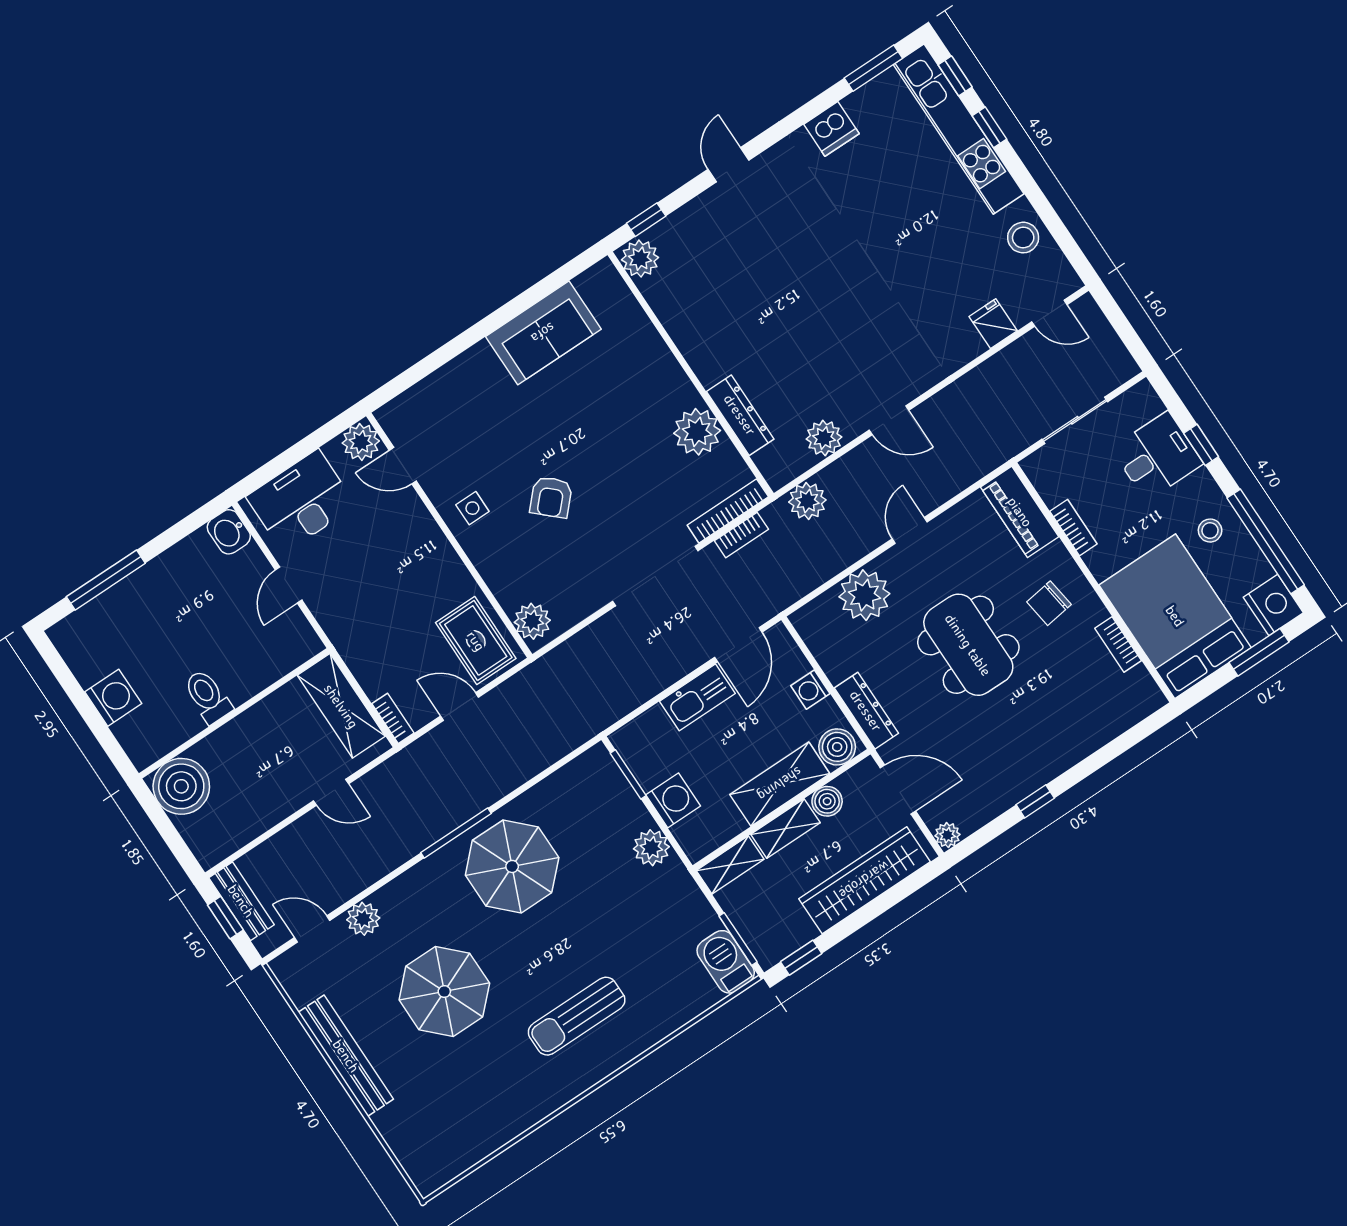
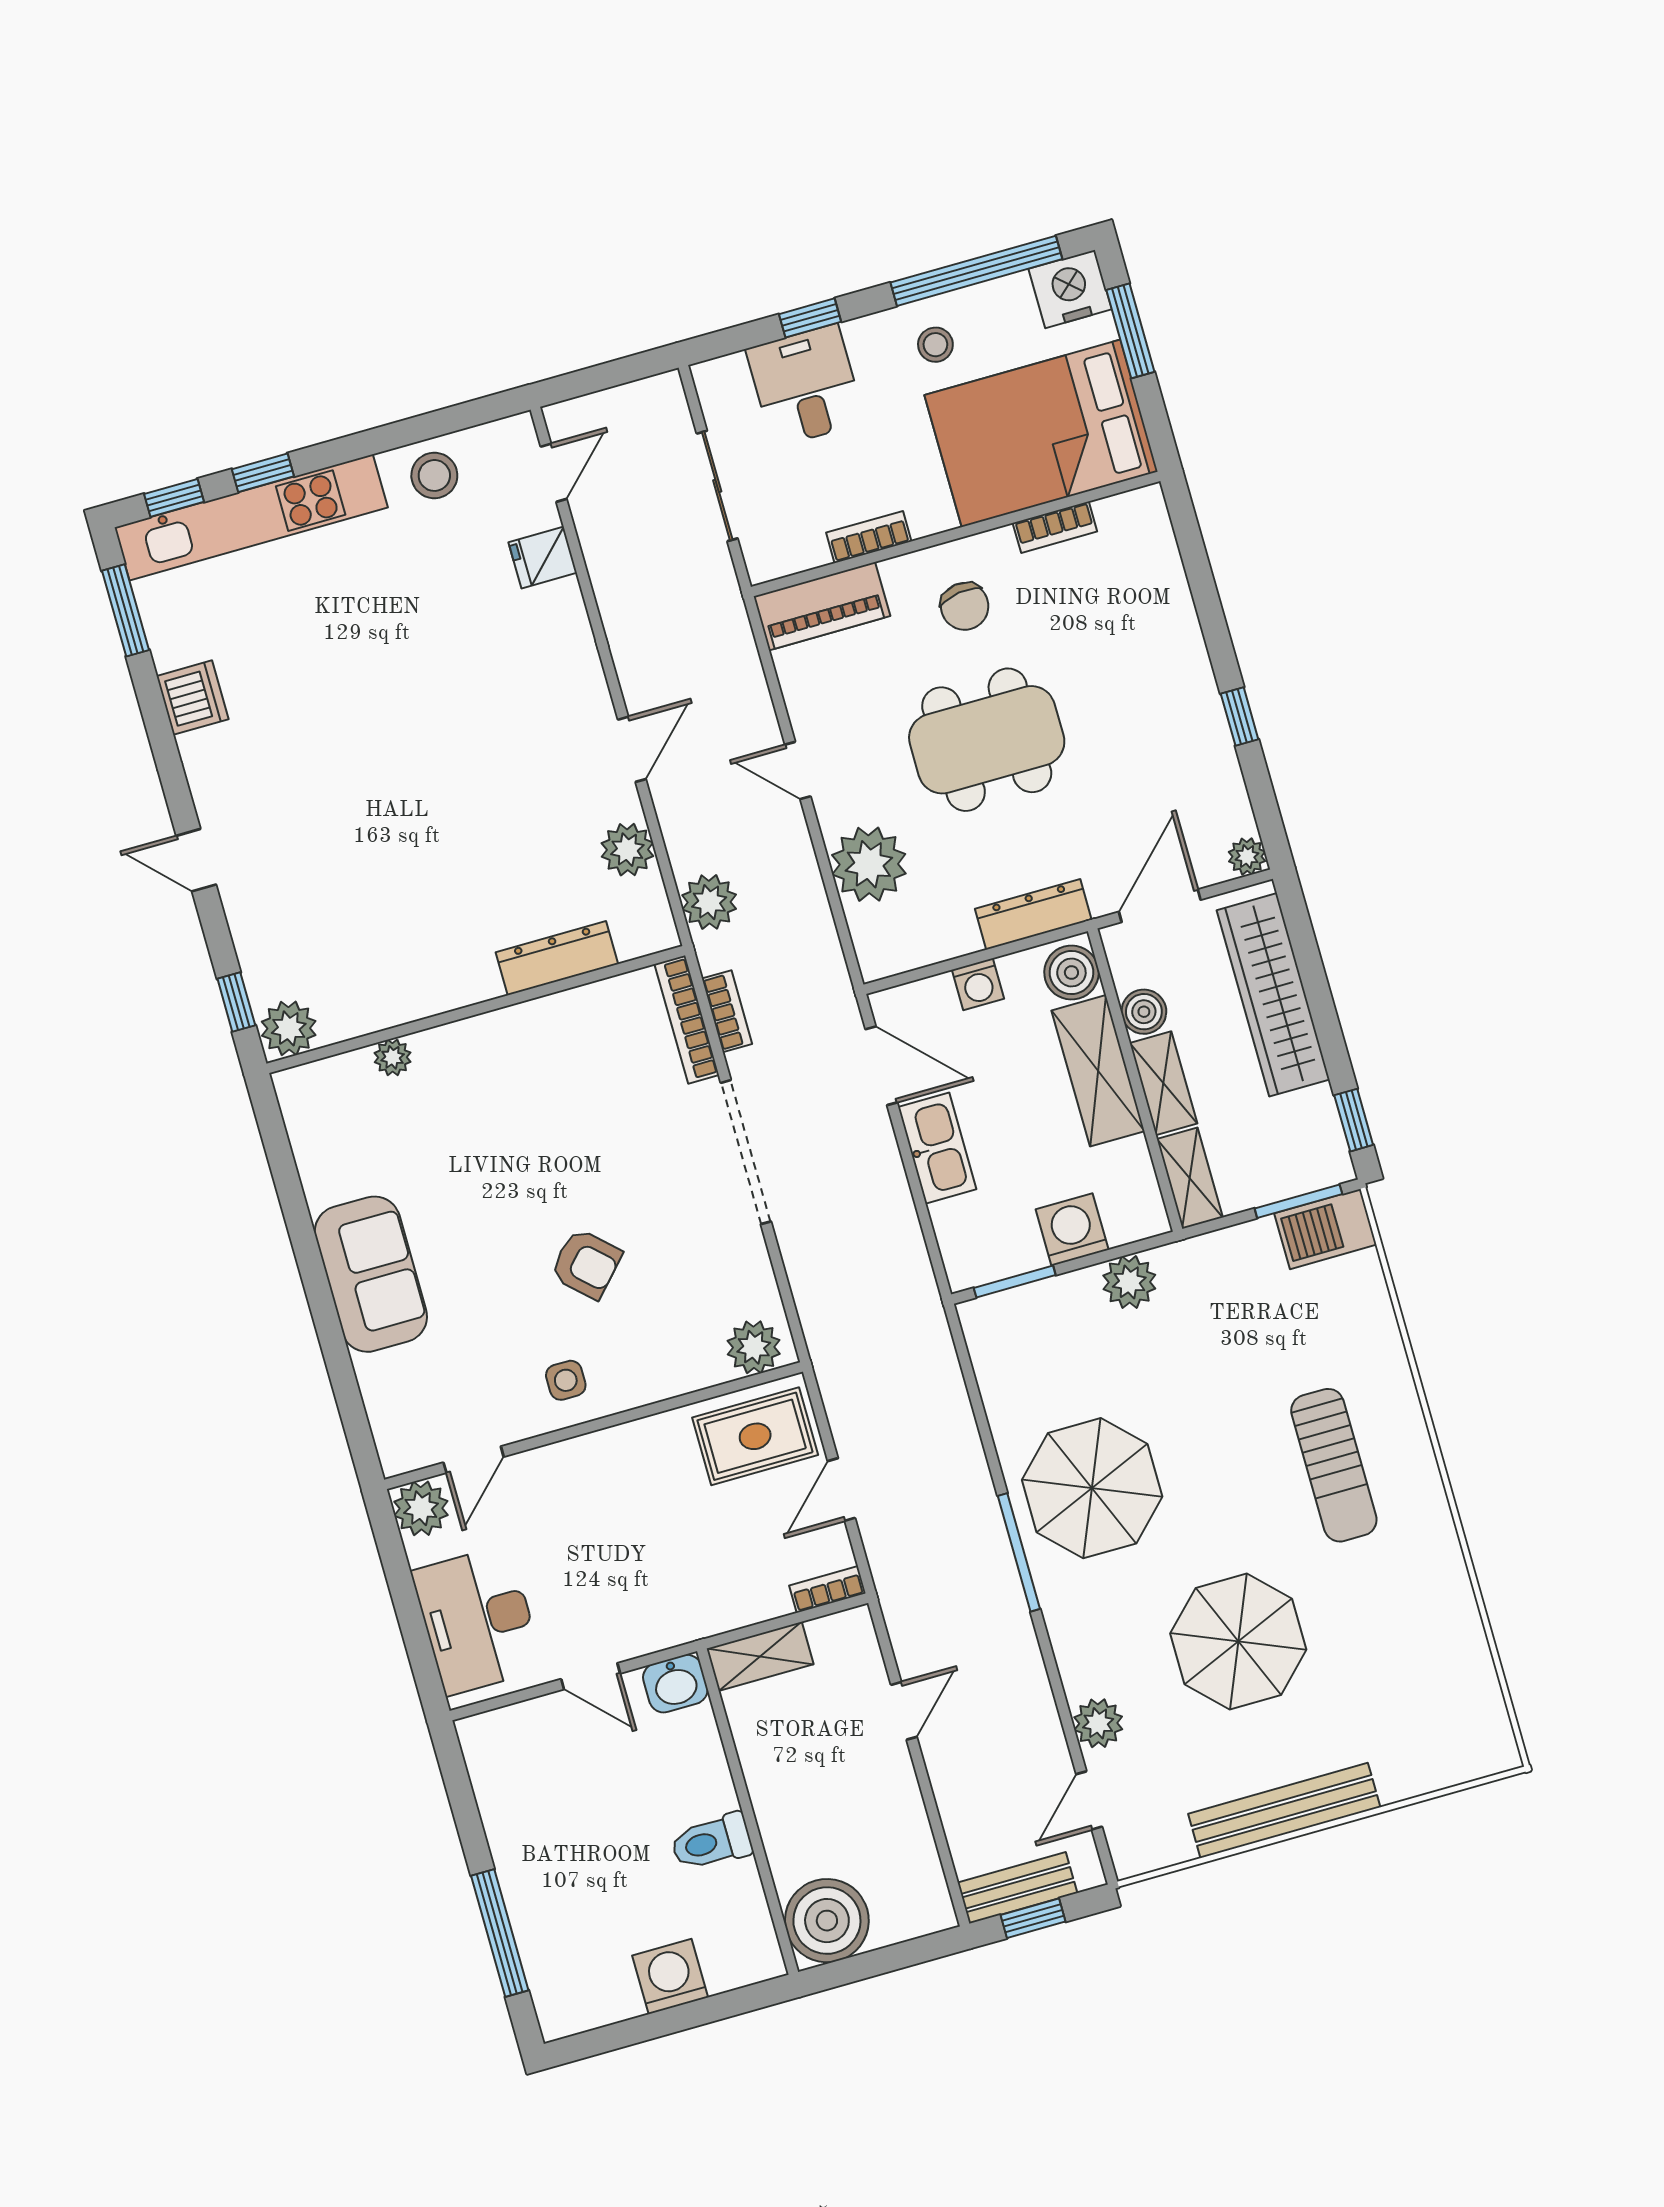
sofa: (543, 333) -> (371, 1274), moved
plant: (697, 432) -> (393, 1057), moved, width x0.53, depth x0.53
washbasin: (229, 532) -> (675, 1684), moved
shelving: (341, 706) -> (760, 1656), width x0.67, depth x0.75

